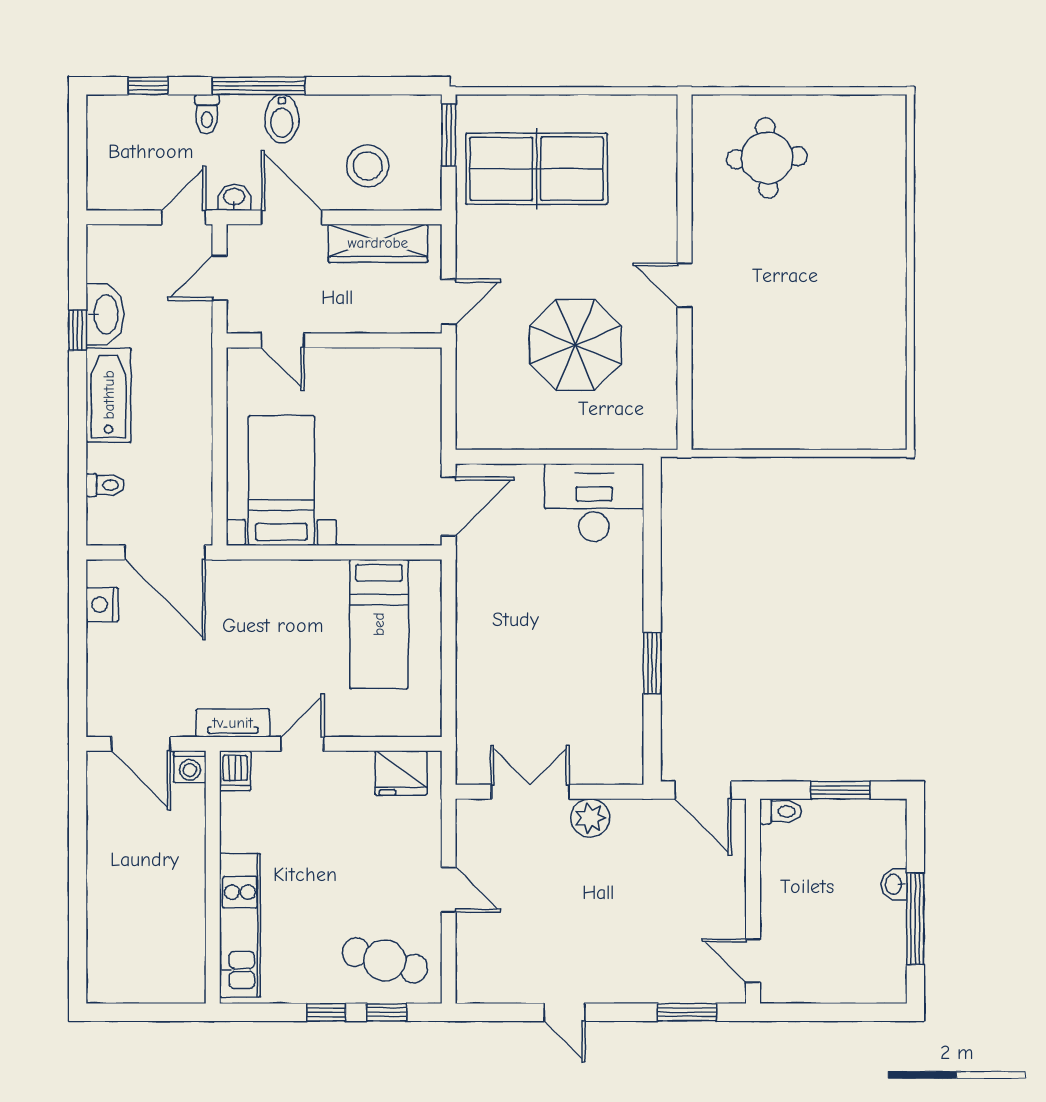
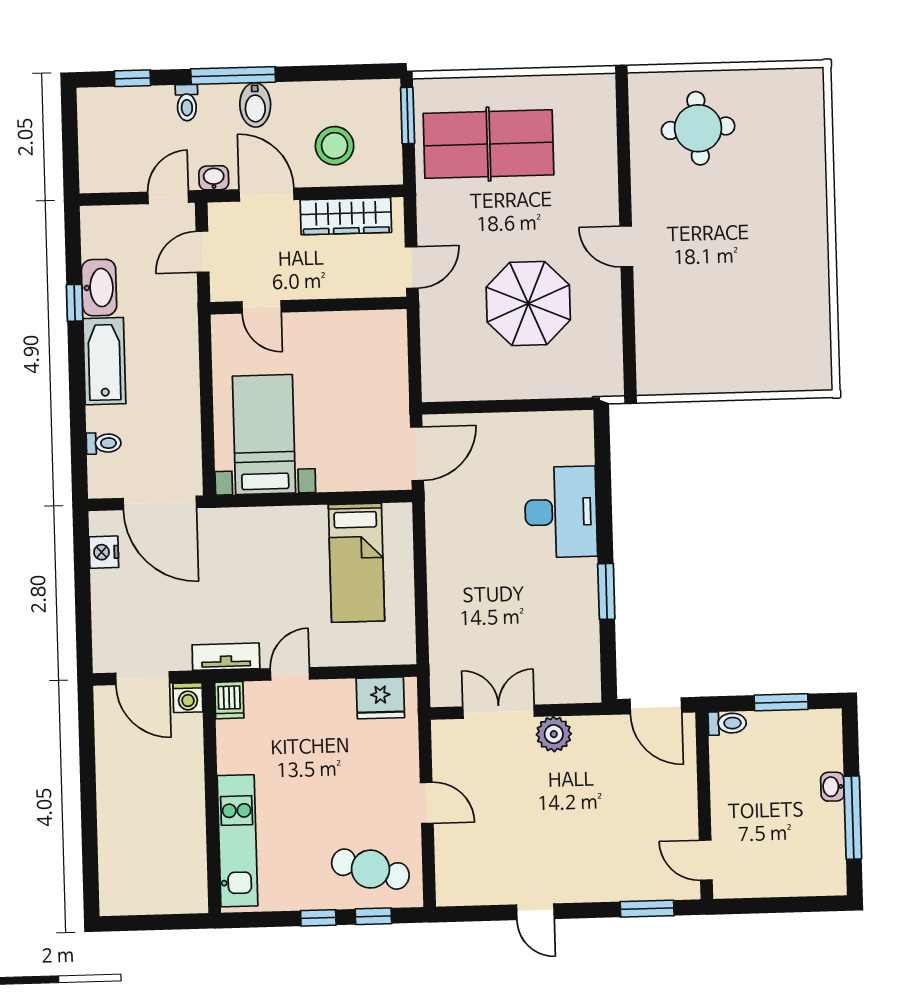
desk: (594, 502) -> (561, 512), moved, turned 90

